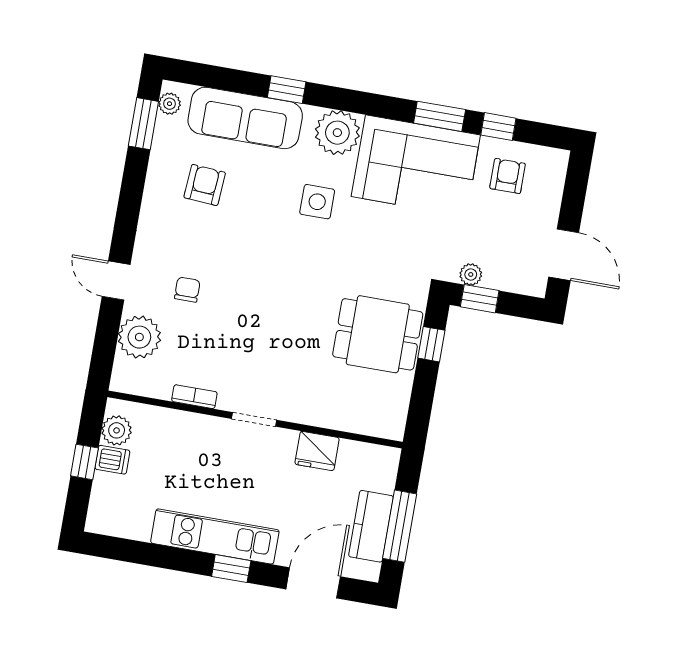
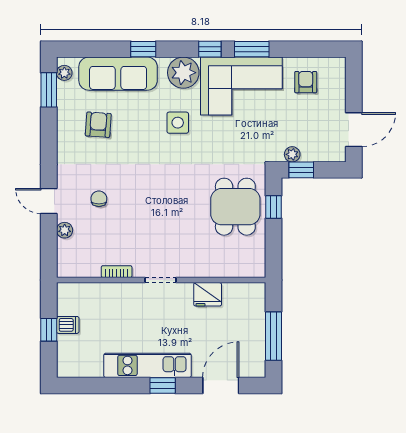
window: (498, 127) -> (210, 49), moved
door: (564, 255) -> (354, 130), hinge flipped
dining table: (378, 334) -> (235, 207), turned 90
plant: (139, 337) -> (65, 230), width x0.53, depth x0.53
plant: (117, 430) -> (67, 304), removed
kitchen counter: (371, 526) -> (254, 340), removed

